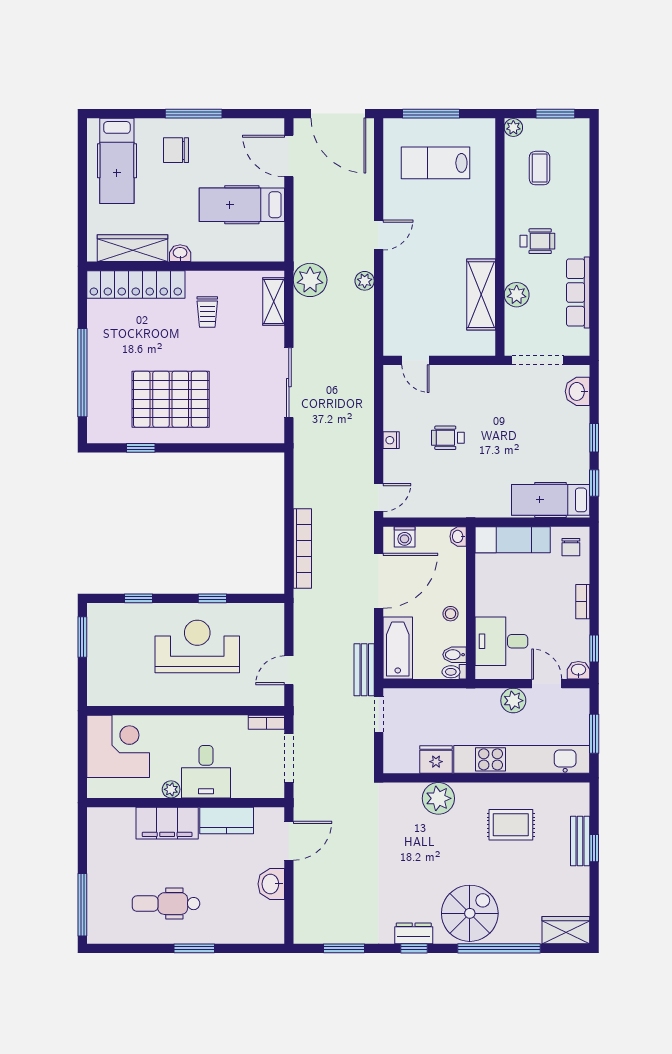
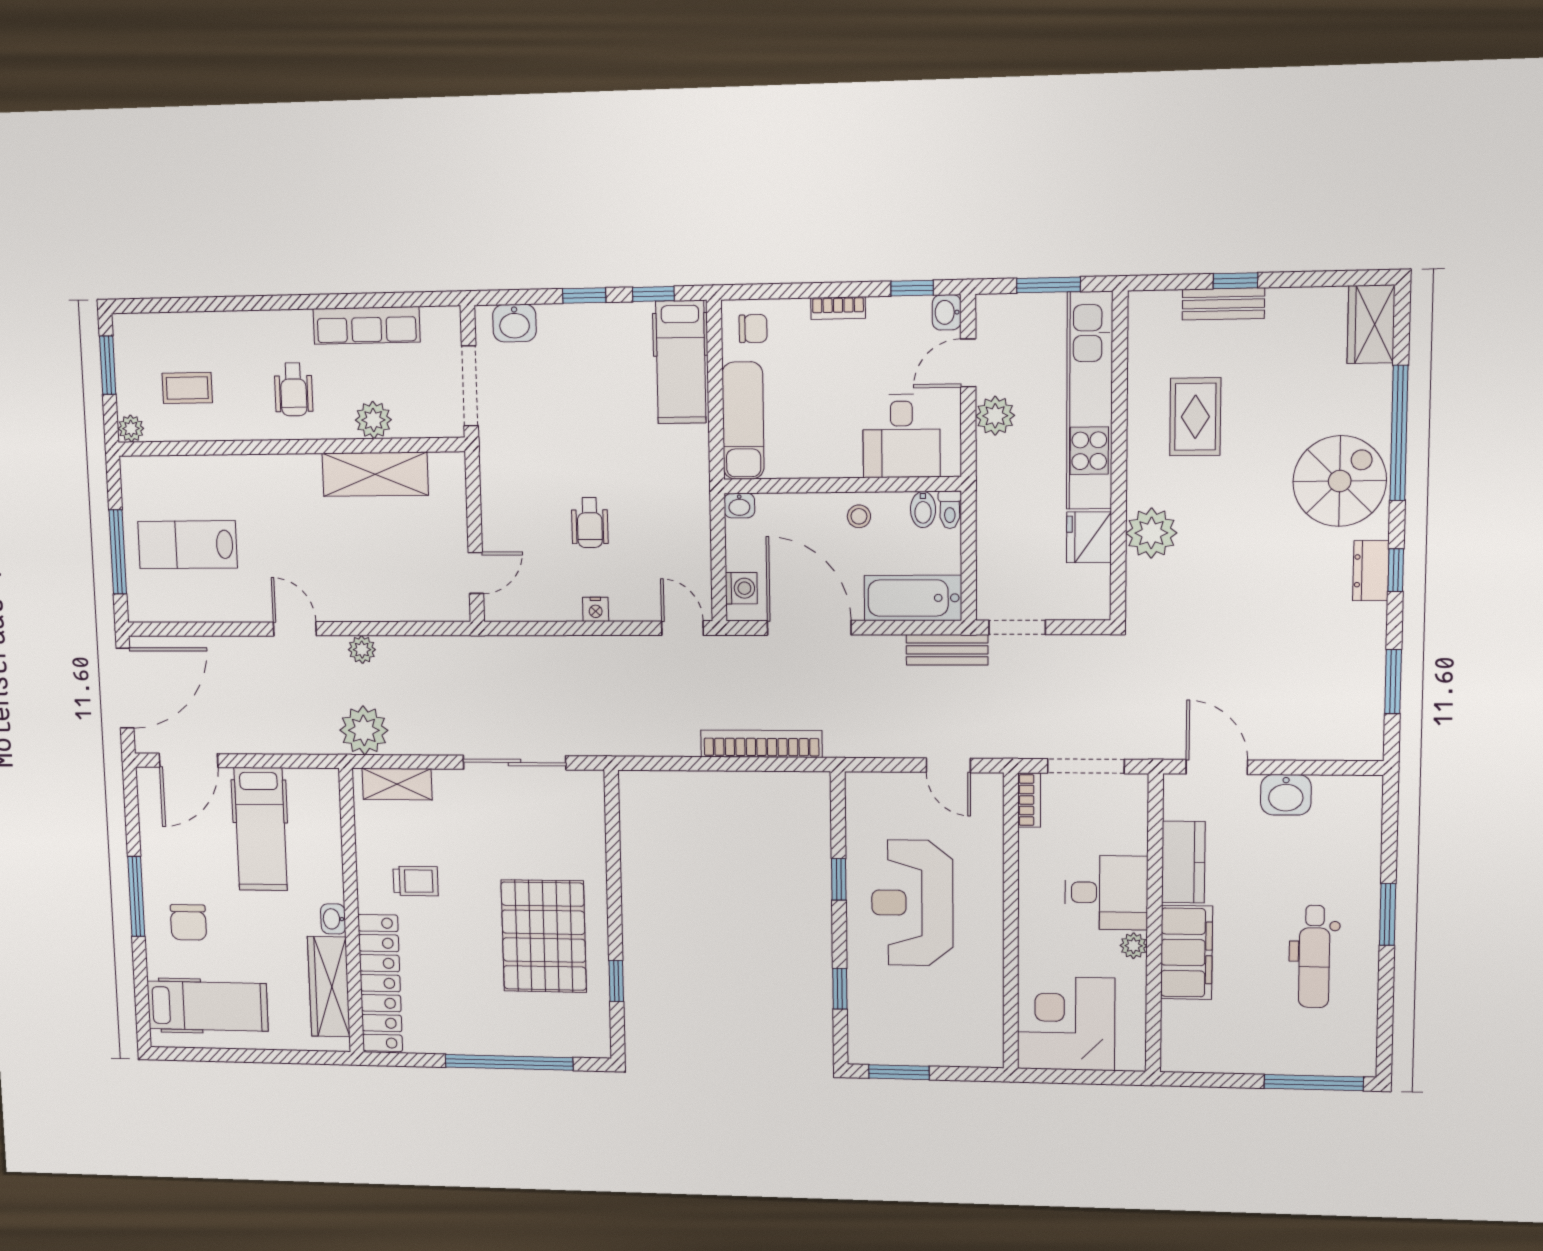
lab bench: (436, 163) -> (188, 545), turned 90
wheelchair: (537, 241) -> (294, 389), turned 180
spiral stairs: (470, 913) -> (1340, 481), turned 90

